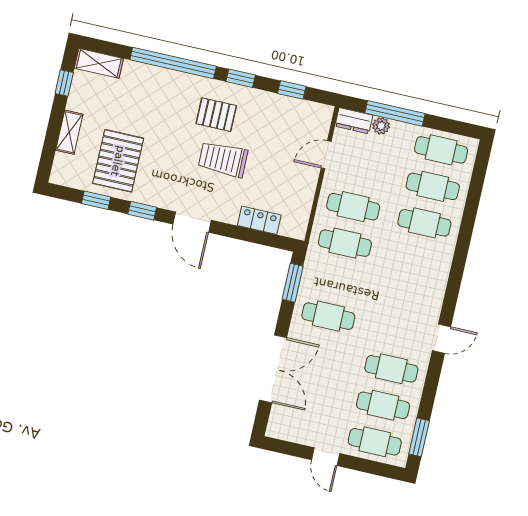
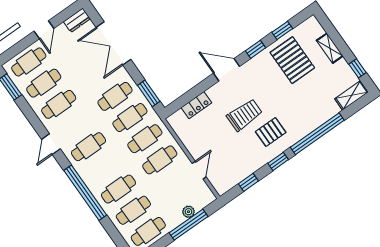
dresser: (354, 121) -> (77, 20), moved, turned 180
window: (461, 255) -> (85, 193), added
cafe table: (337, 280) -> (130, 118), added
cafe table: (408, 296) -> (89, 147), added
door: (326, 457) -> (44, 30), swing flipped

